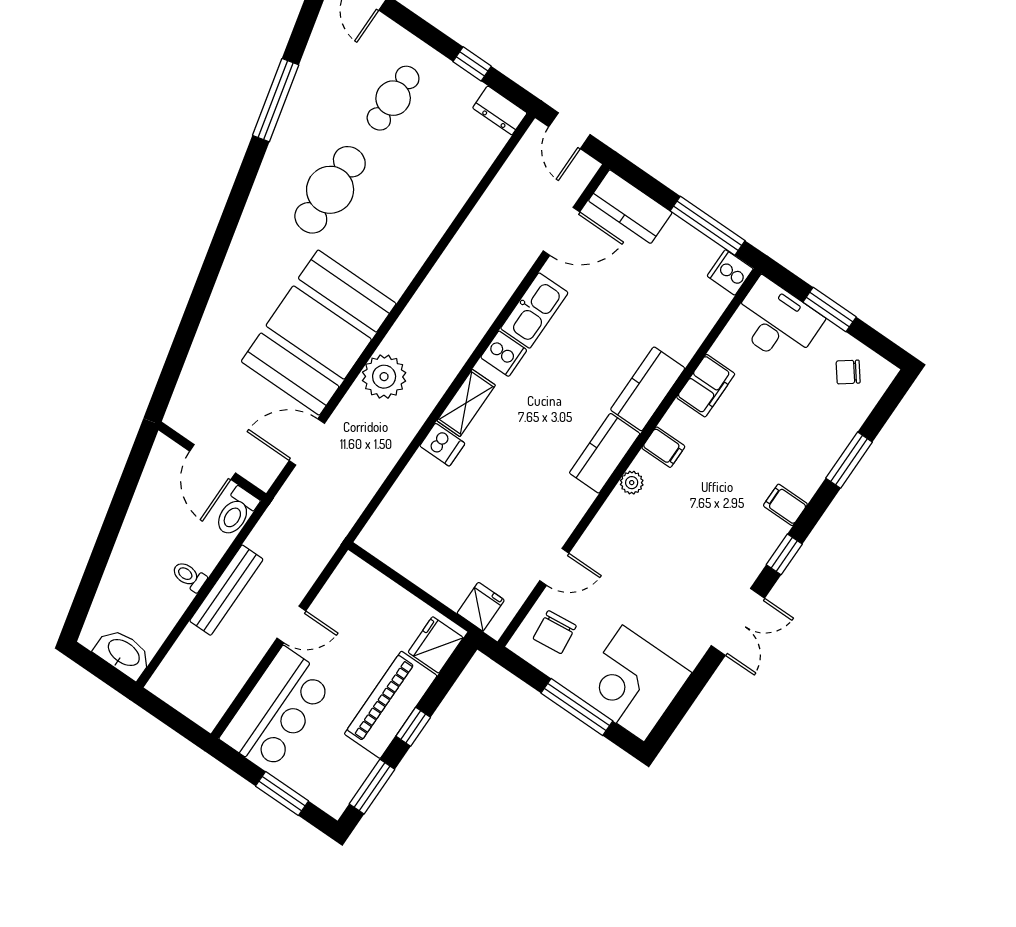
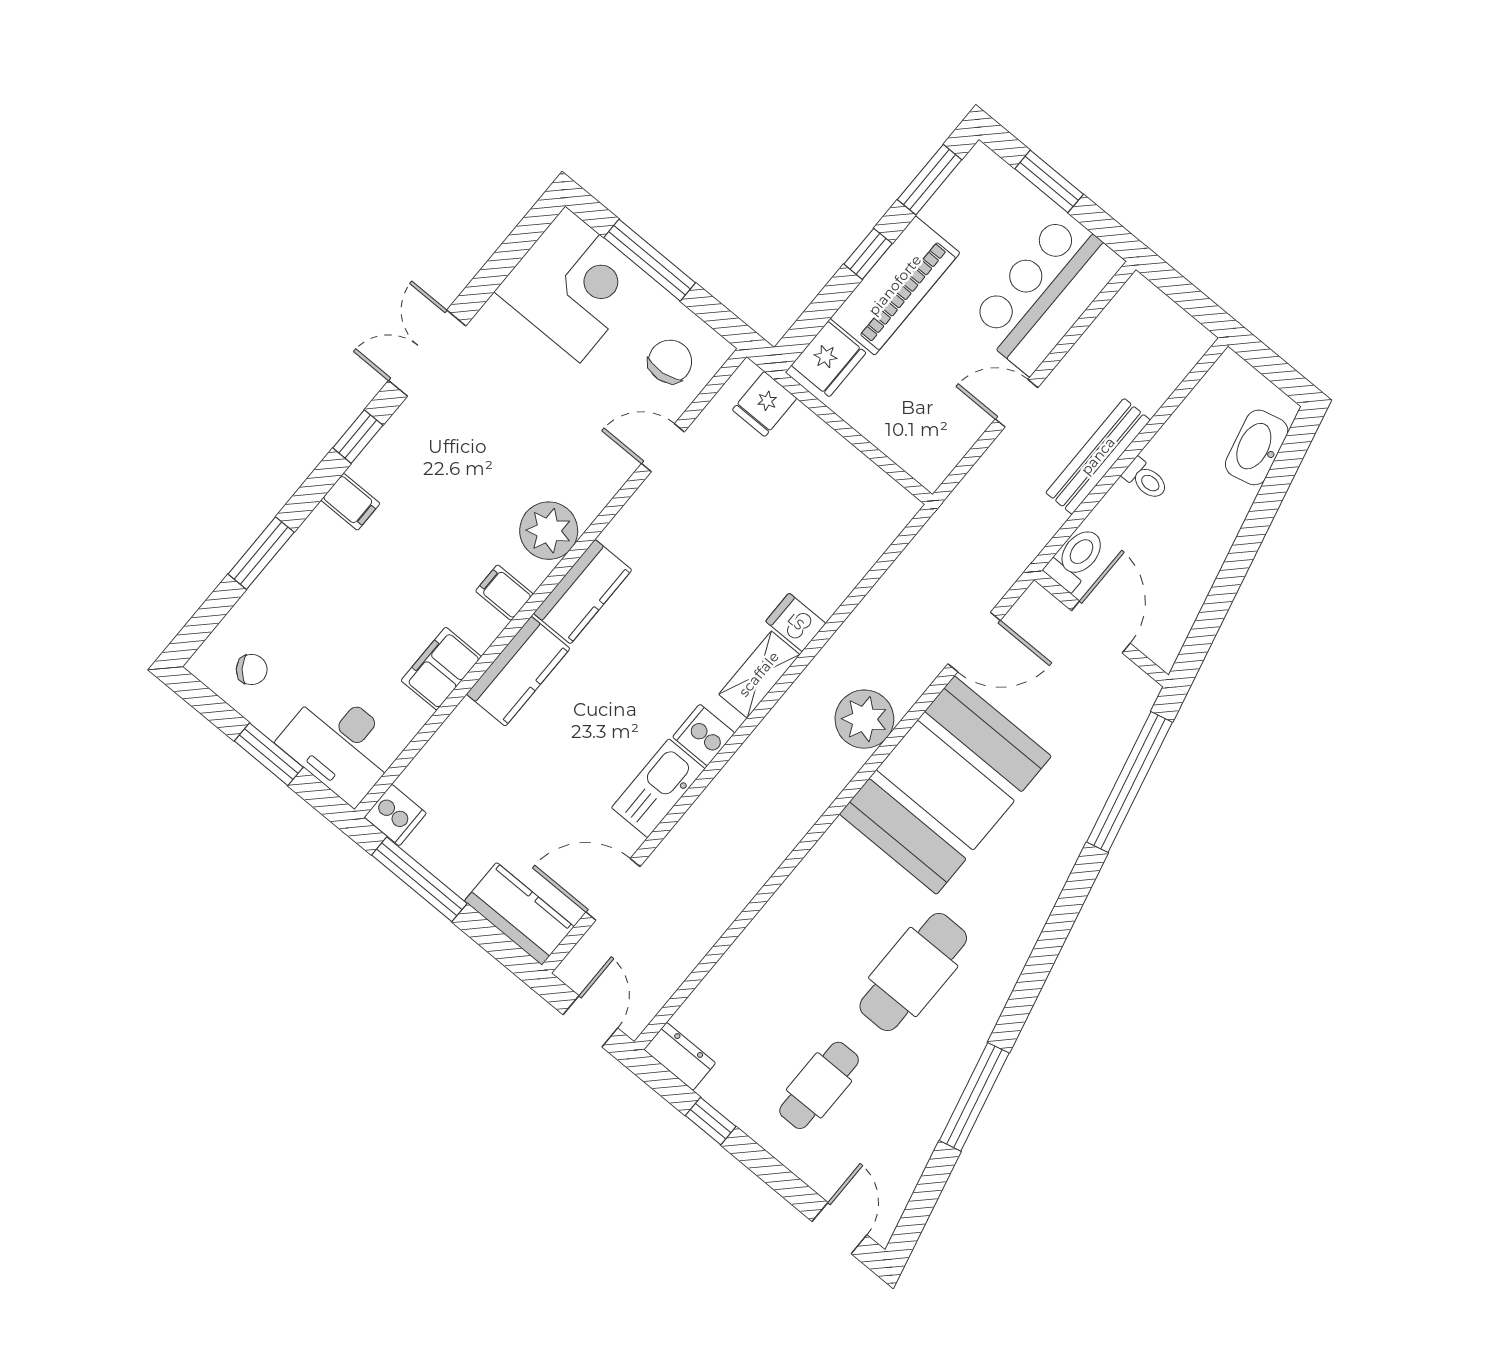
window: (180, 347) -> (1129, 782), added
plant: (632, 483) -> (549, 531), width x1.87, depth x1.87
washbasin: (123, 653) -> (1257, 447), moved, turned 77

